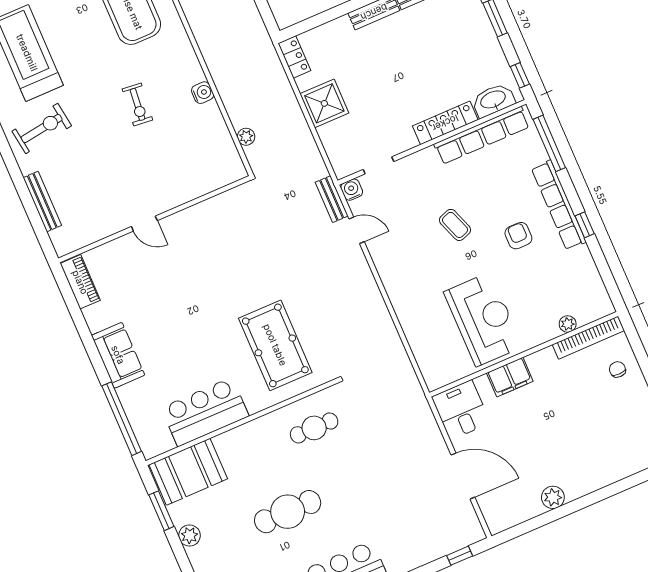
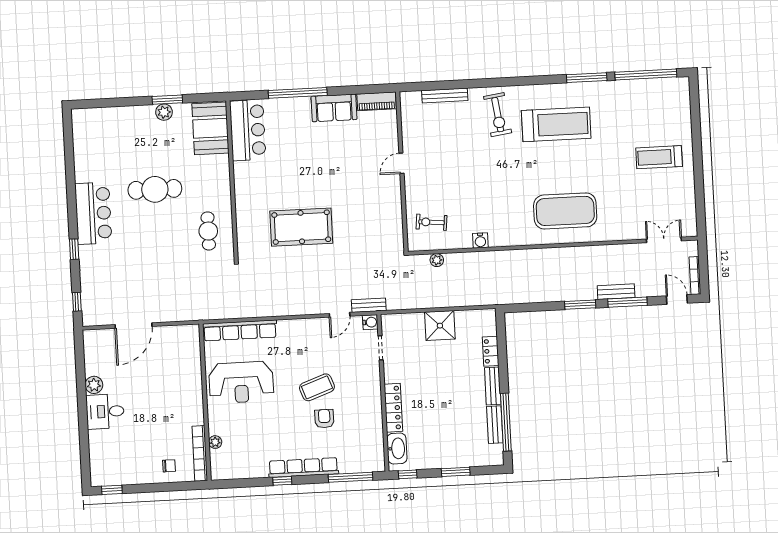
locker: (294, 57) -> (491, 351), moved, turned 90
exercise bike: (137, 104) -> (432, 222), moved
row of seats: (482, 135) -> (240, 330), moved, turned -90
coffee table: (455, 225) -> (317, 387), width x1.36, depth x1.30
armchair: (518, 236) -> (324, 419), moved, turned -90
pool table: (275, 345) -> (301, 227), moved
sofa: (118, 355) -> (334, 108), moved
filing cabinet: (510, 377) -> (192, 386), removed
desk: (461, 410) -> (105, 411), moved, turned 180
bar counter: (205, 412) -> (248, 130), moved
window: (122, 419) -> (298, 93), moved
window: (161, 511) -> (167, 100), moved
cafe table: (288, 512) -> (155, 189), turned 90

